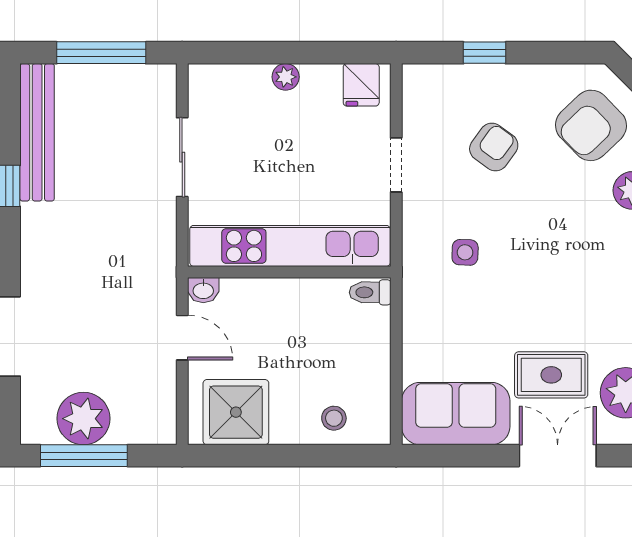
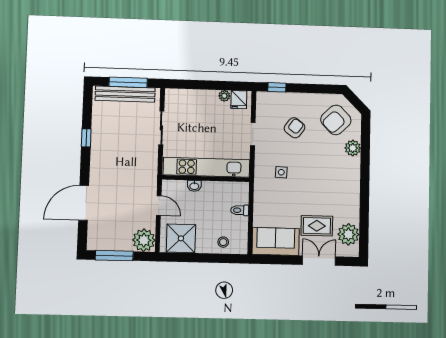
window: (485, 53) -> (277, 87), moved
plant: (286, 77) -> (224, 96), moved
bench: (37, 132) -> (125, 94), moved, turned 90
washbasin: (203, 290) -> (194, 186), moved
toilet: (370, 292) -> (240, 210), moved
plant: (83, 419) -> (144, 240), moved

